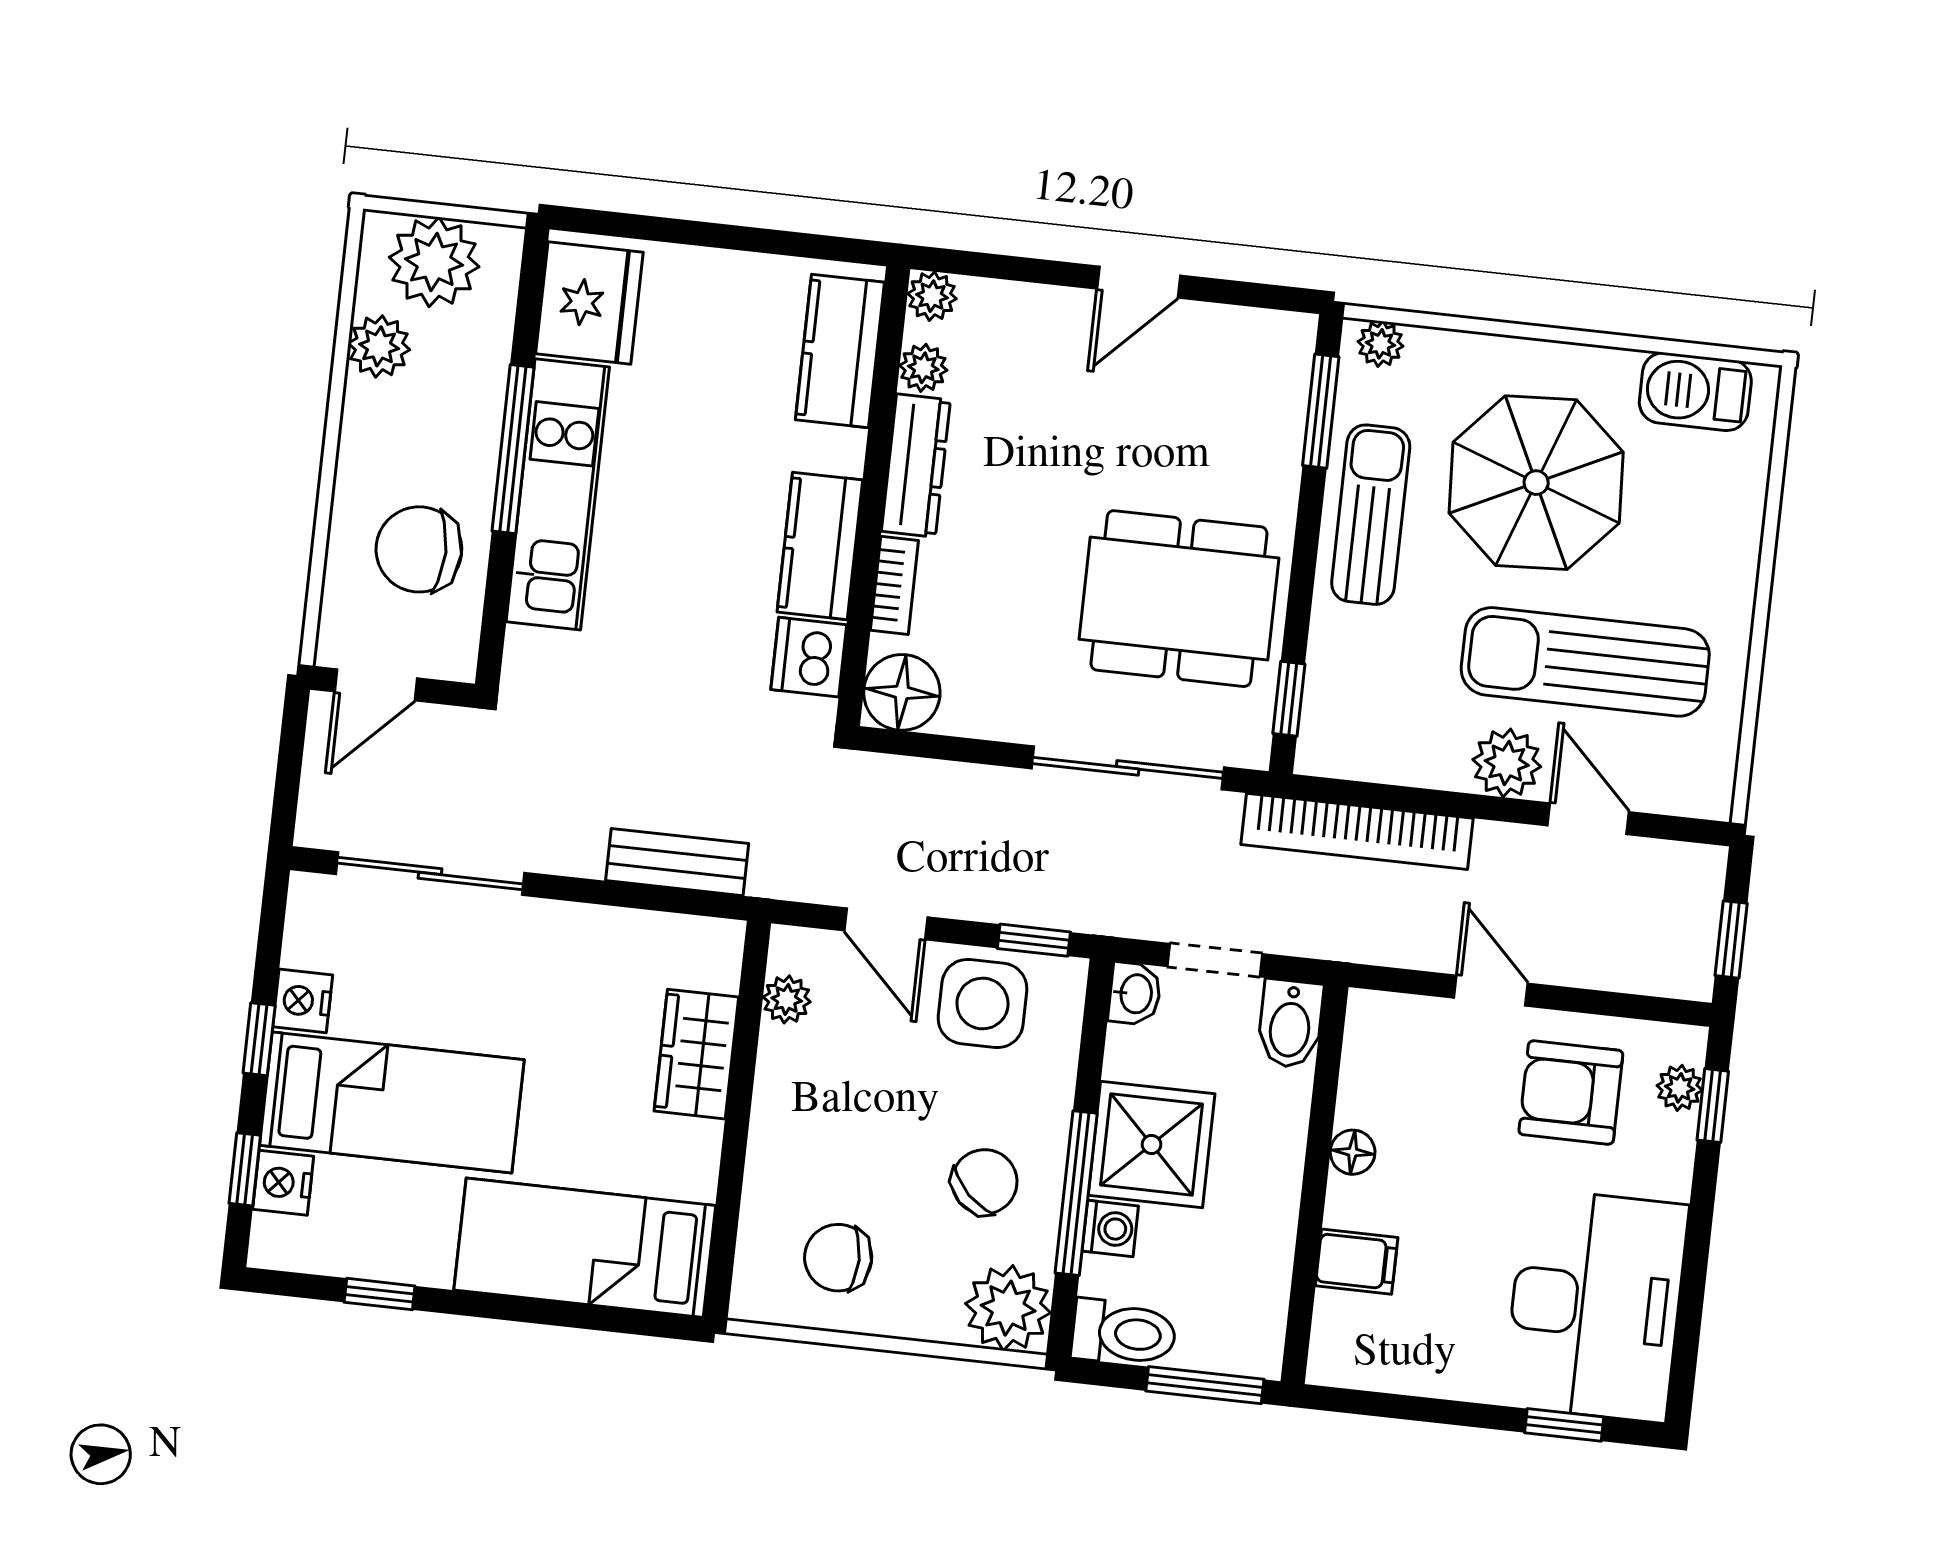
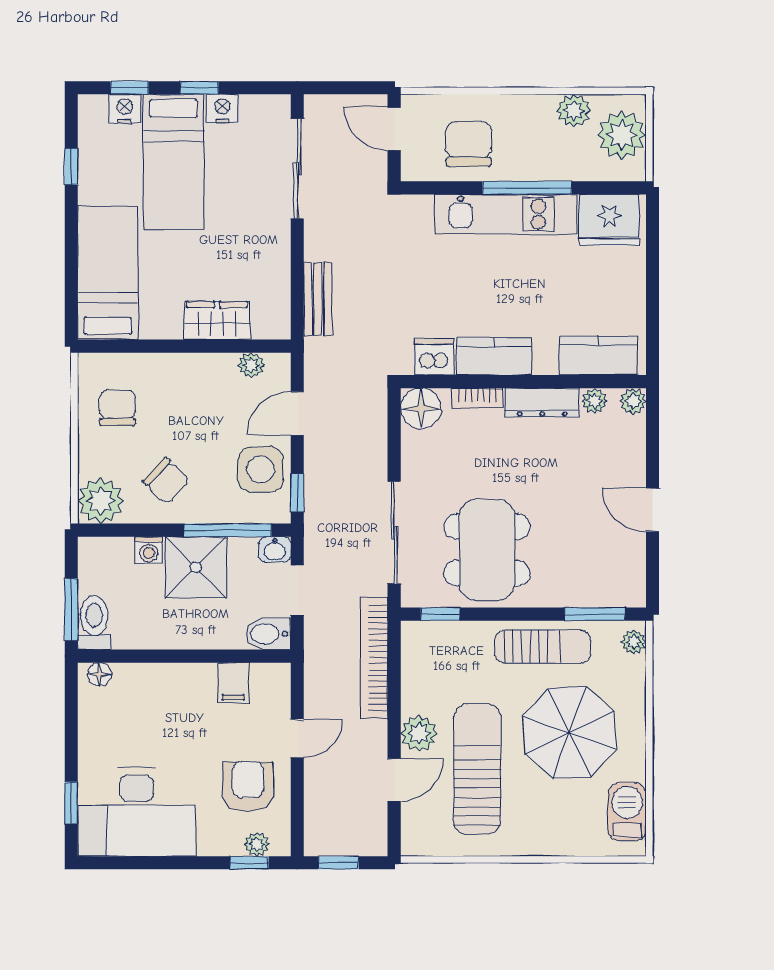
floor lamp: (1353, 1152) -> (100, 674), moved
window: (1076, 1193) -> (228, 530), moved
filing cabinet: (1357, 1262) -> (233, 683), moved
toilet: (1124, 1333) -> (94, 623), moved, turned 180

